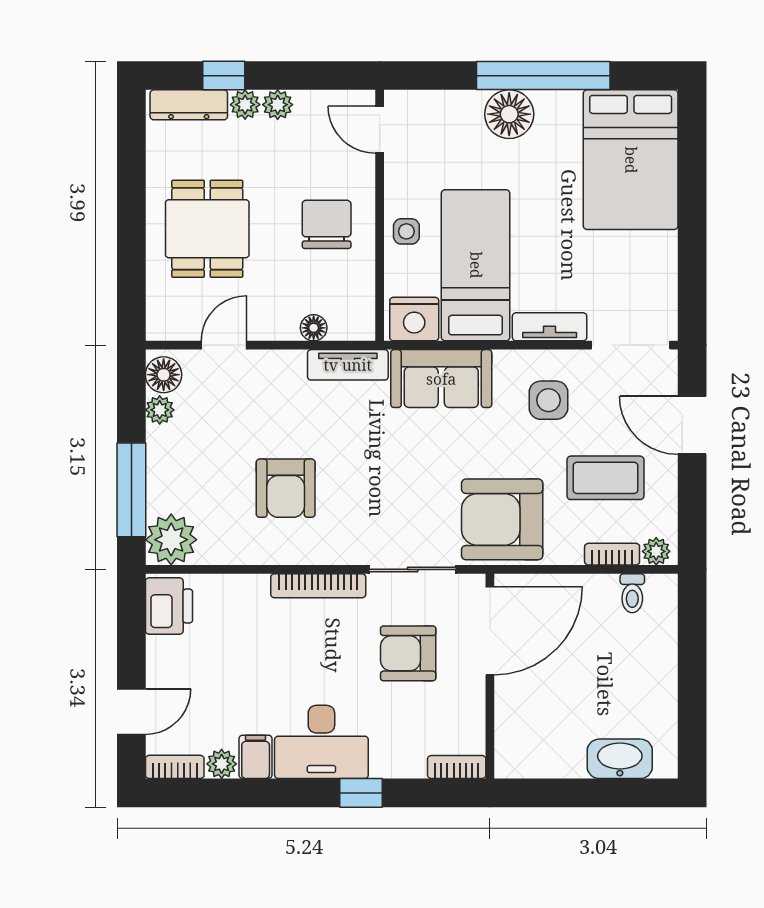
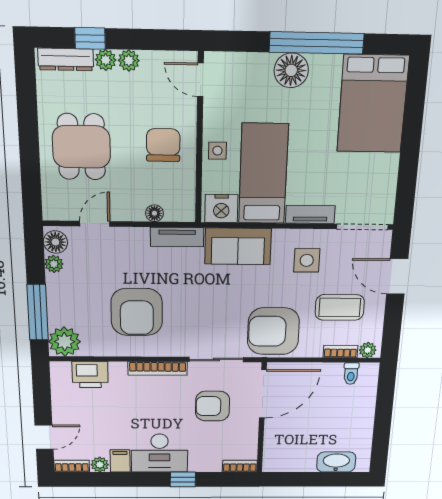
armchair: (286, 488) -> (137, 312), width x1.36, depth x1.36
printer: (169, 606) -> (90, 375), moved, turned 90

